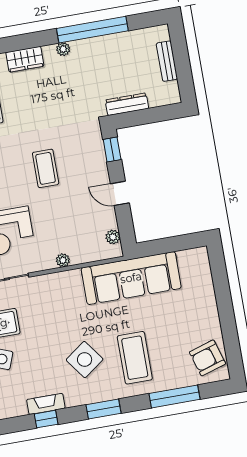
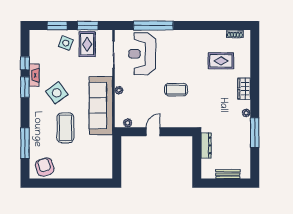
window: (92, 30) -> (255, 133), width x0.68
window: (112, 150) -> (180, 132), removed
sofa: (131, 278) -> (101, 106), moved
coffee table: (135, 358) -> (65, 128), moved, turned 90
fireplace: (46, 404) -> (34, 75), moved
window: (104, 409) -> (25, 87), moved

